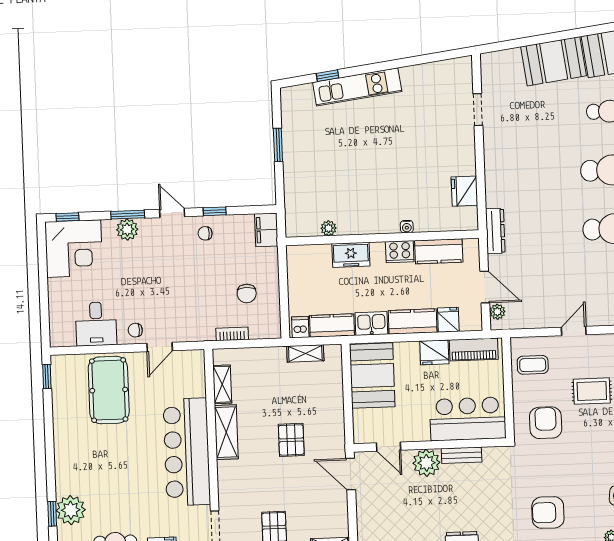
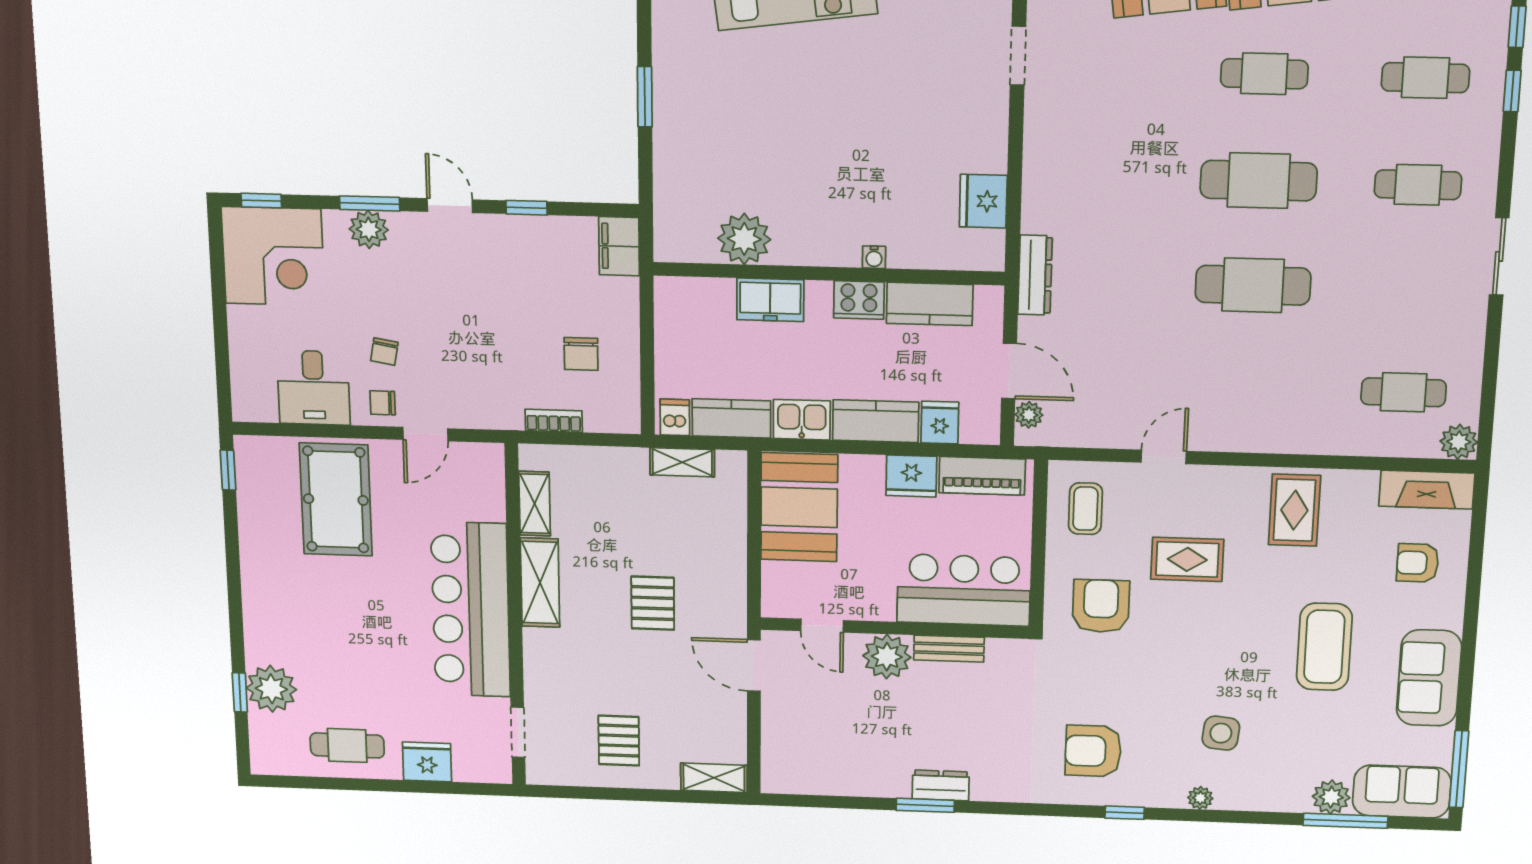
plant: (329, 228) -> (744, 239), width x1.88, depth x1.88
chair: (205, 233) -> (384, 352), moved, turned -80
coffee table: (533, 365) -> (1085, 509), turned 90

